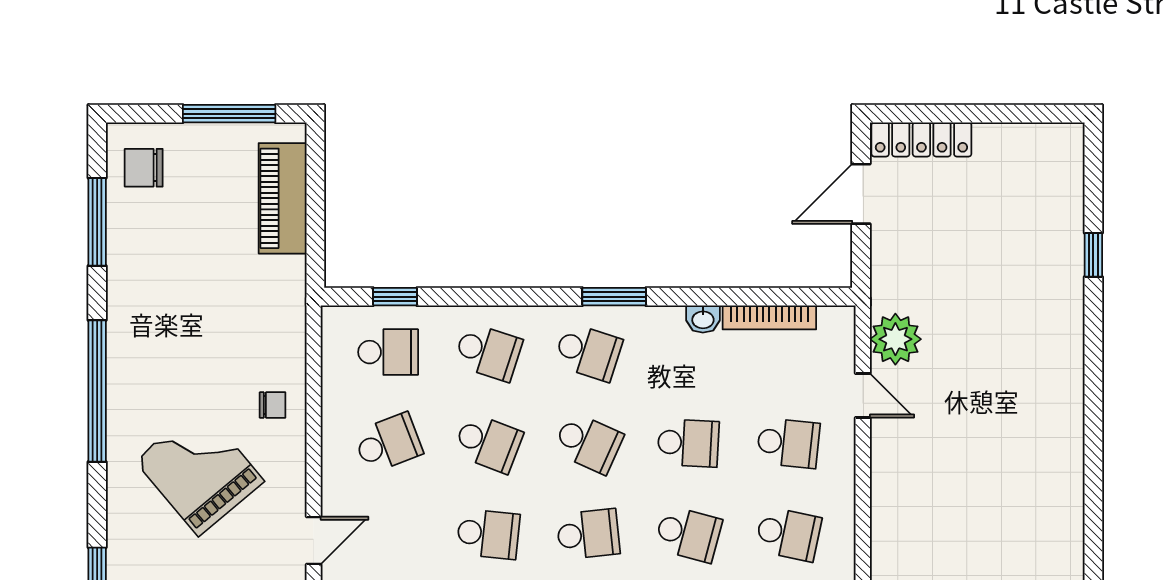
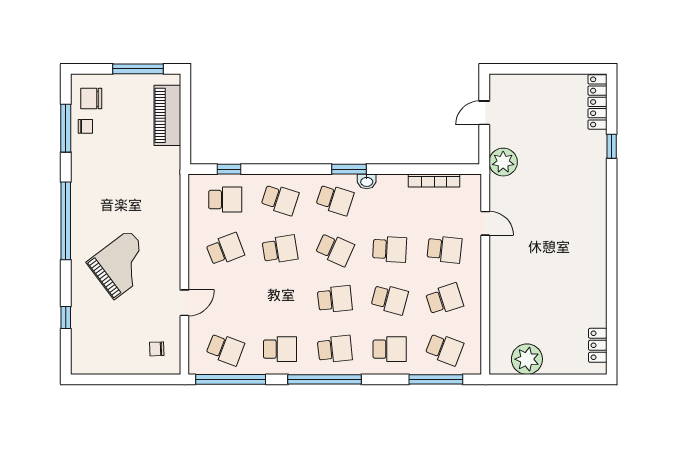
locker: (921, 139) -> (597, 102), moved, turned 90
door: (861, 194) -> (484, 113), width x0.73
washbasin: (703, 319) -> (367, 181), moved
plant: (895, 339) -> (503, 162), moved
chair: (273, 405) -> (85, 126), moved
school desk: (488, 443) -> (280, 249), turned -30
grand piano: (199, 471) -> (122, 265), turned 93
school desk: (488, 534) -> (280, 299), removed
school desk: (788, 534) -> (444, 299), turned -30

